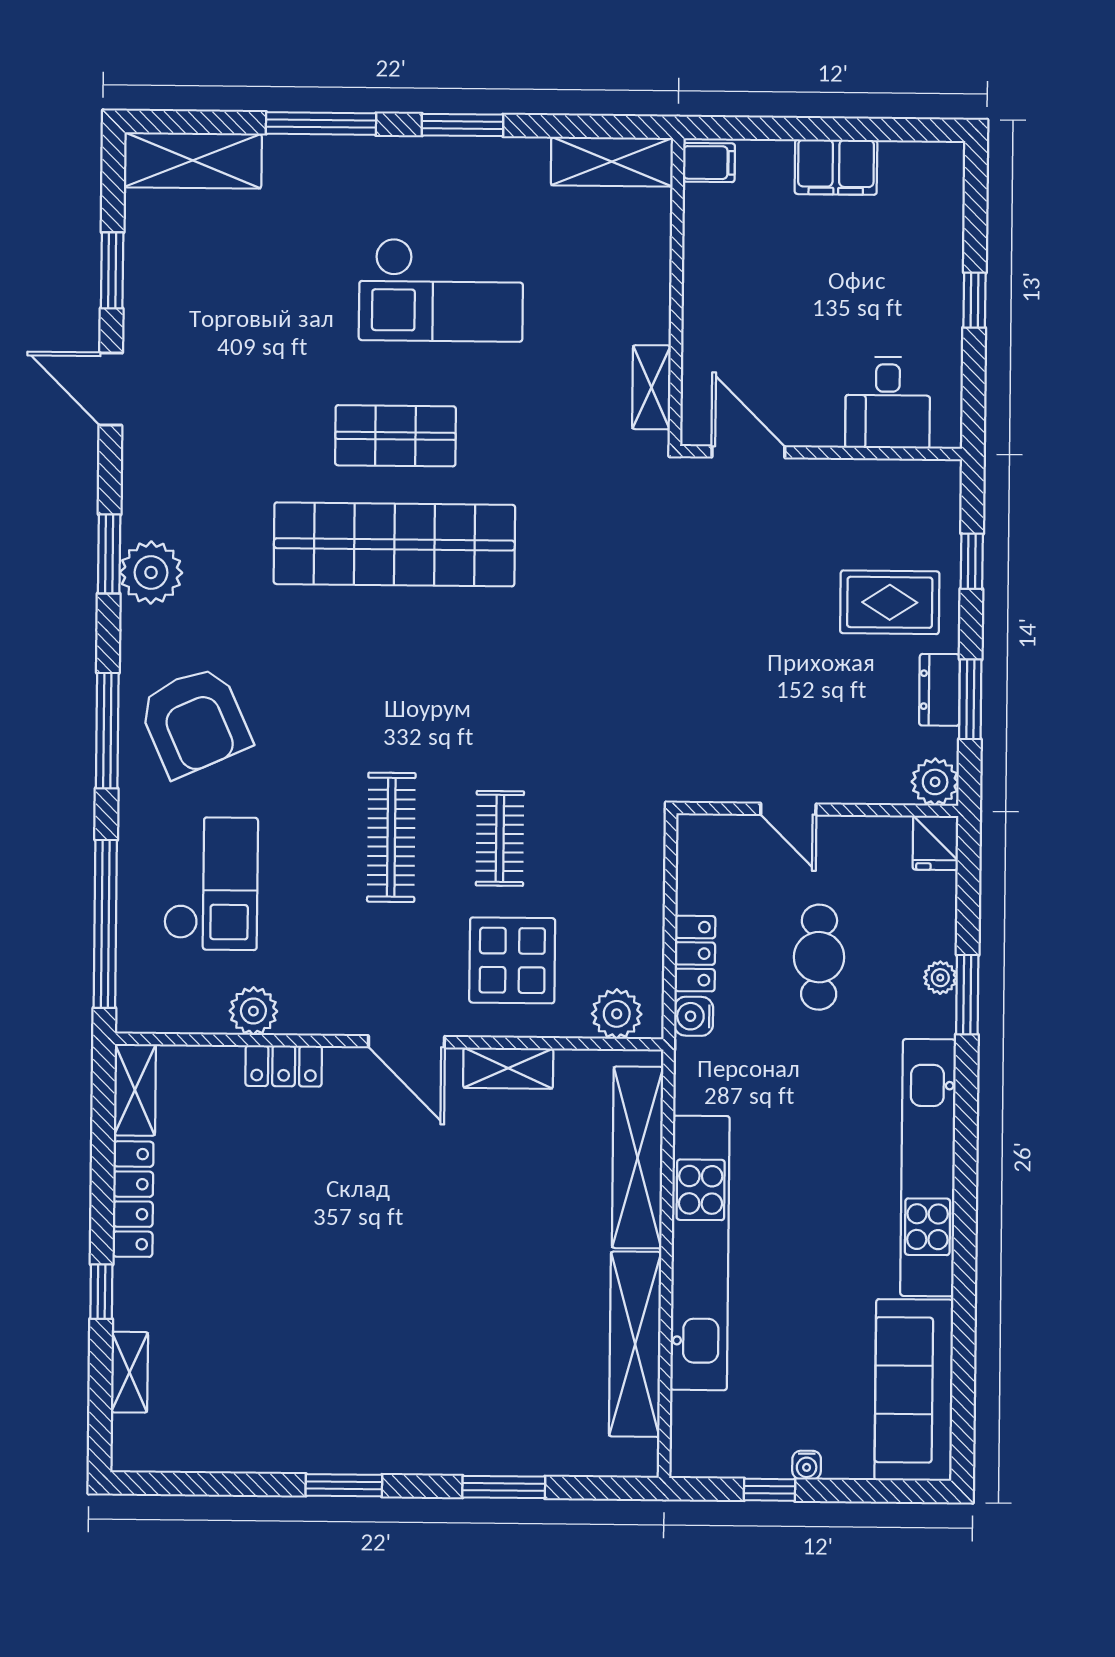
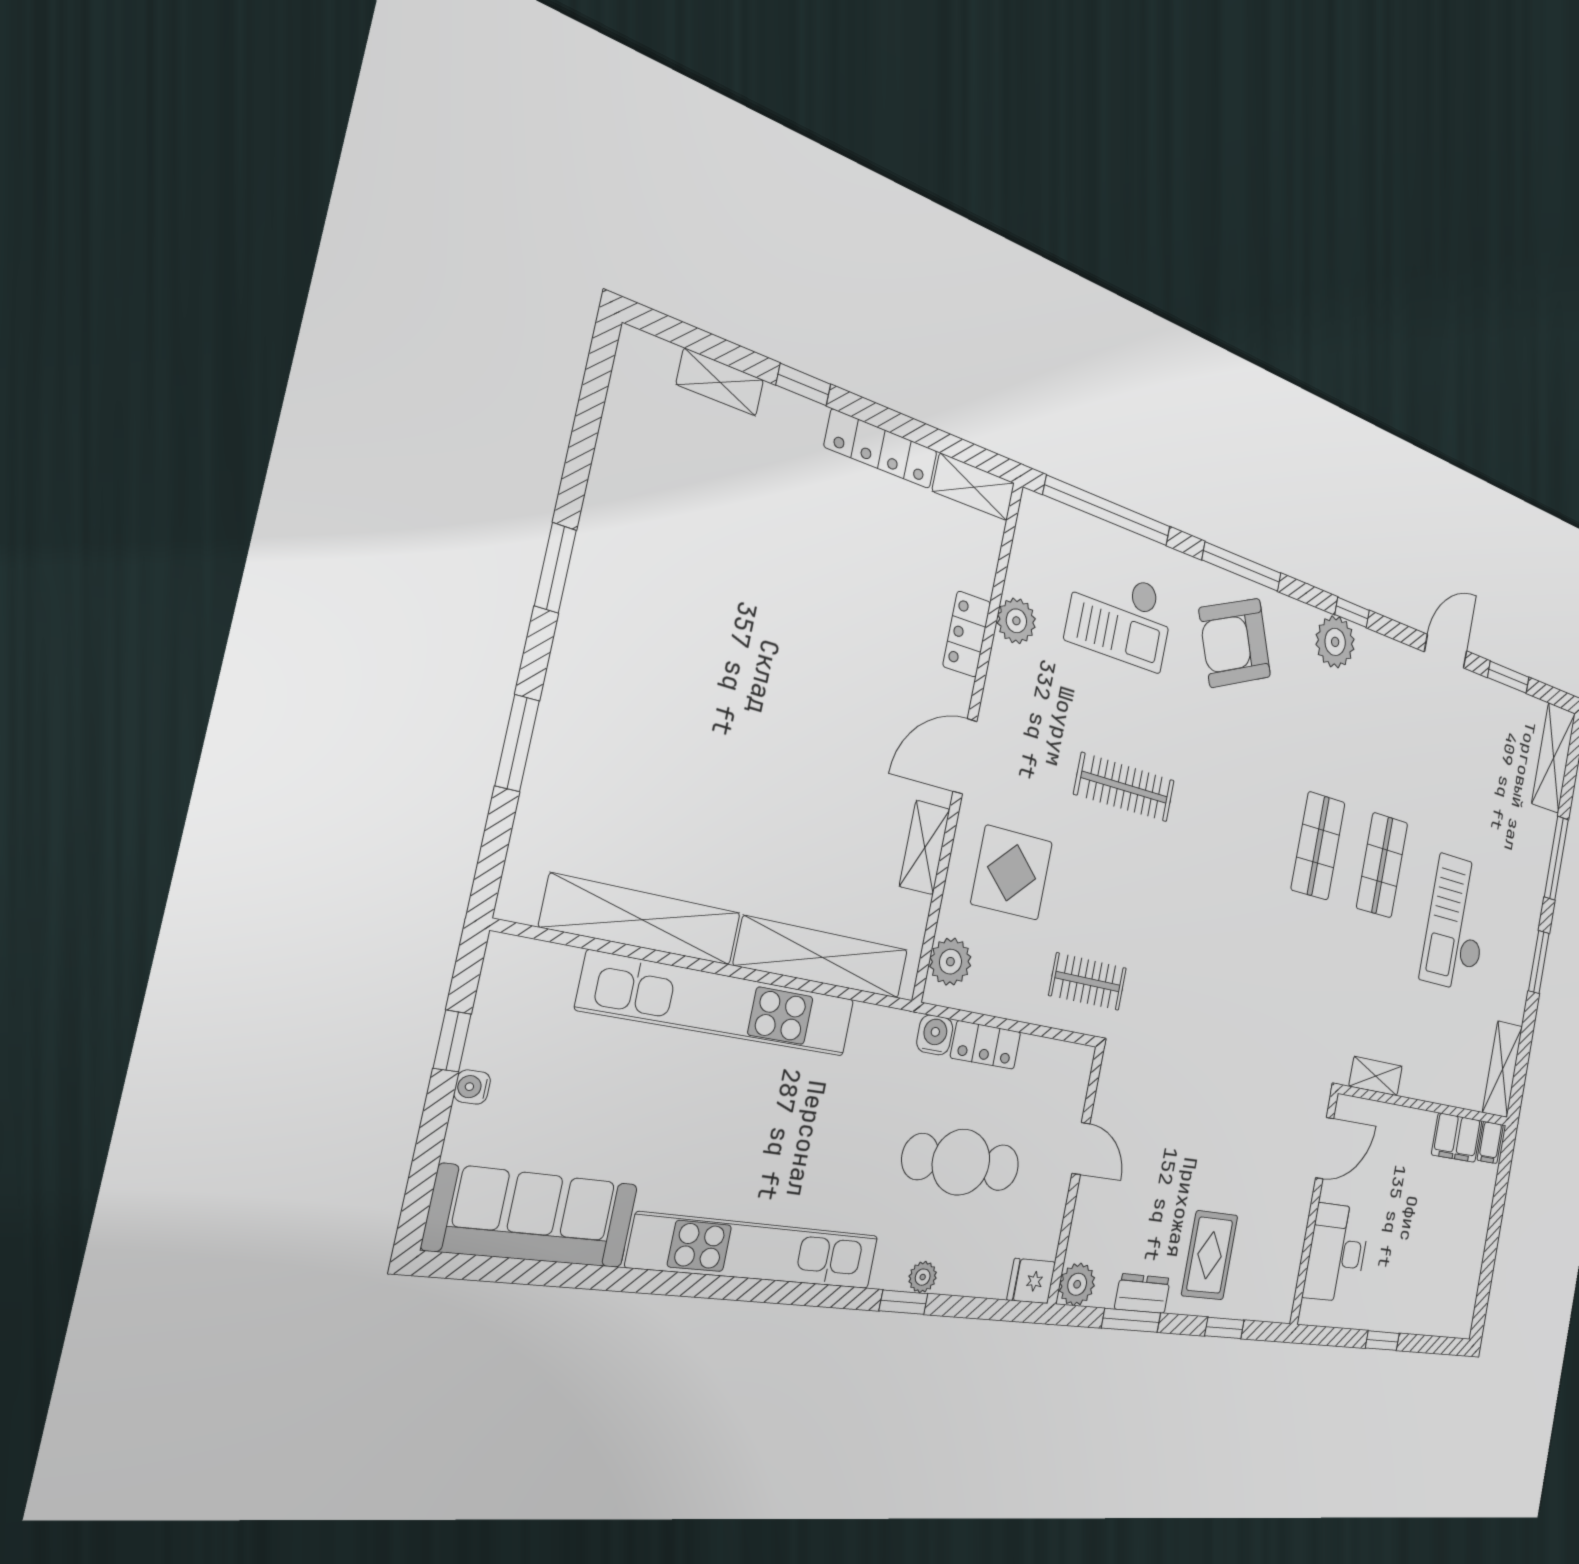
filing cabinet: (836, 167) -> (1457, 1138), moved, turned -90
desk: (888, 403) -> (1337, 1253), width x1.37
shop shelf: (394, 544) -> (1318, 846), width x0.50, depth x0.74
window: (109, 554) -> (1352, 612), width x0.67
door: (788, 809) -> (1081, 1149), swing flipped
clothes rail: (500, 838) -> (1088, 982), moved
cafe table: (819, 957) -> (961, 1162), width x1.37, depth x1.35
window: (967, 995) -> (904, 1302), width x0.67

